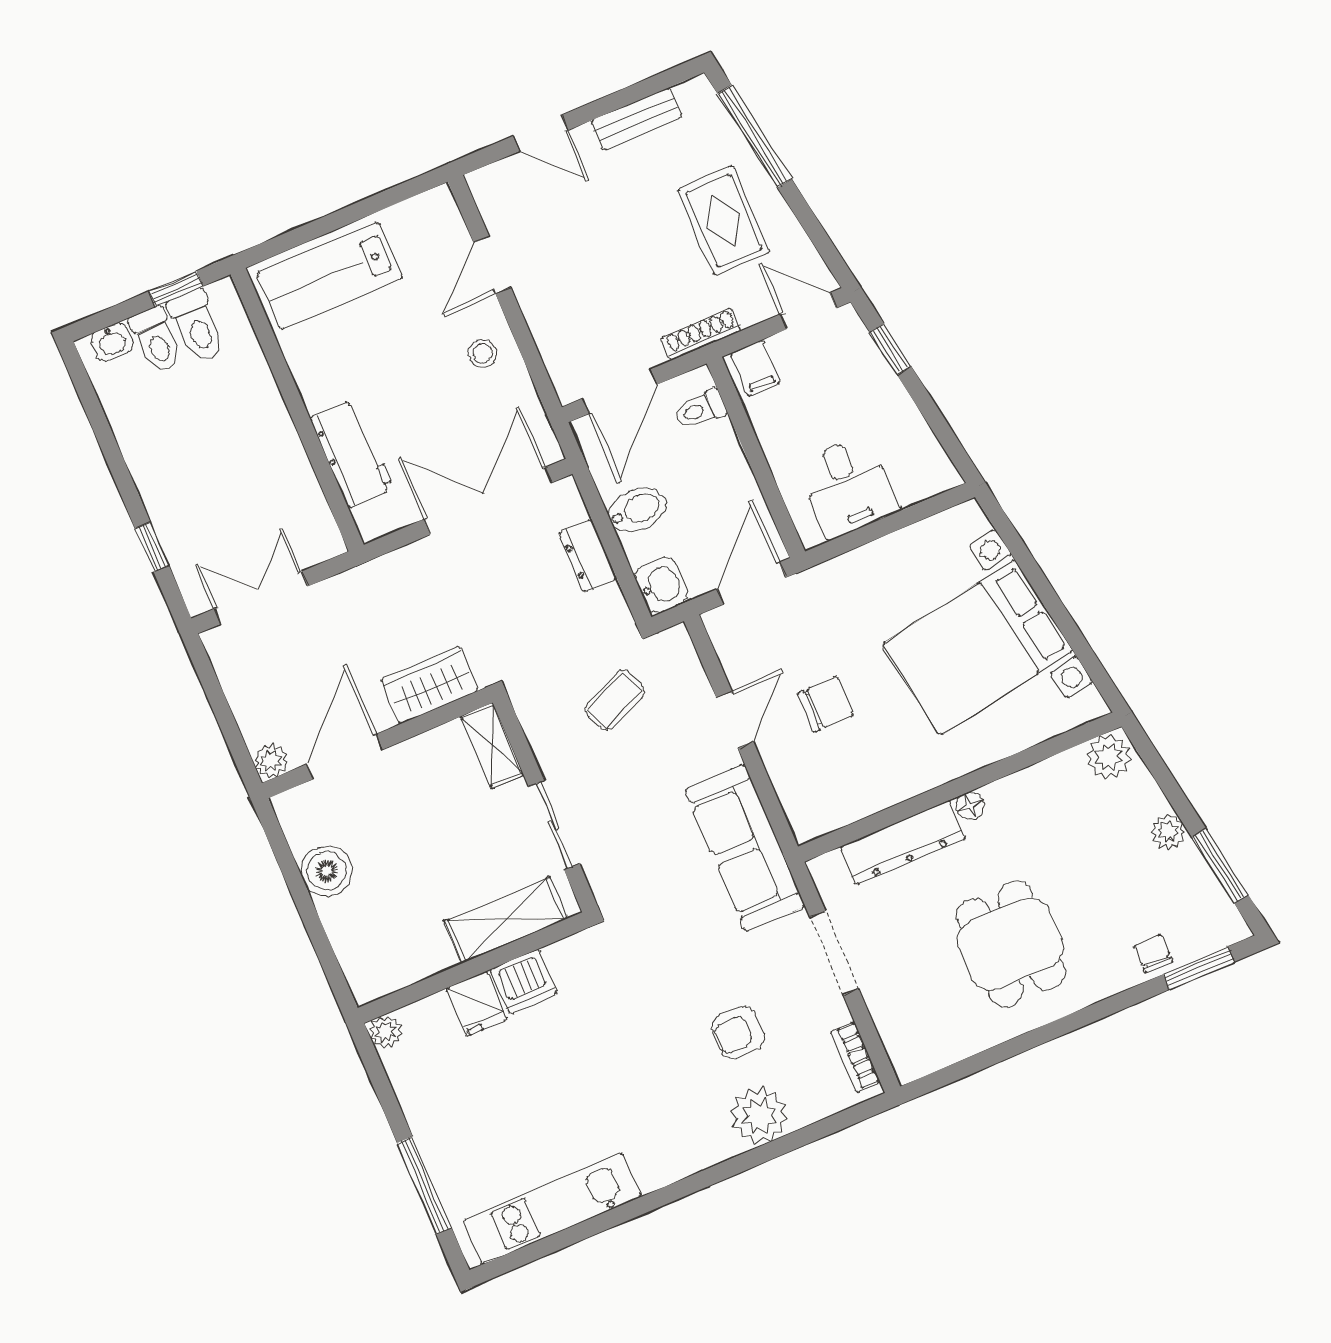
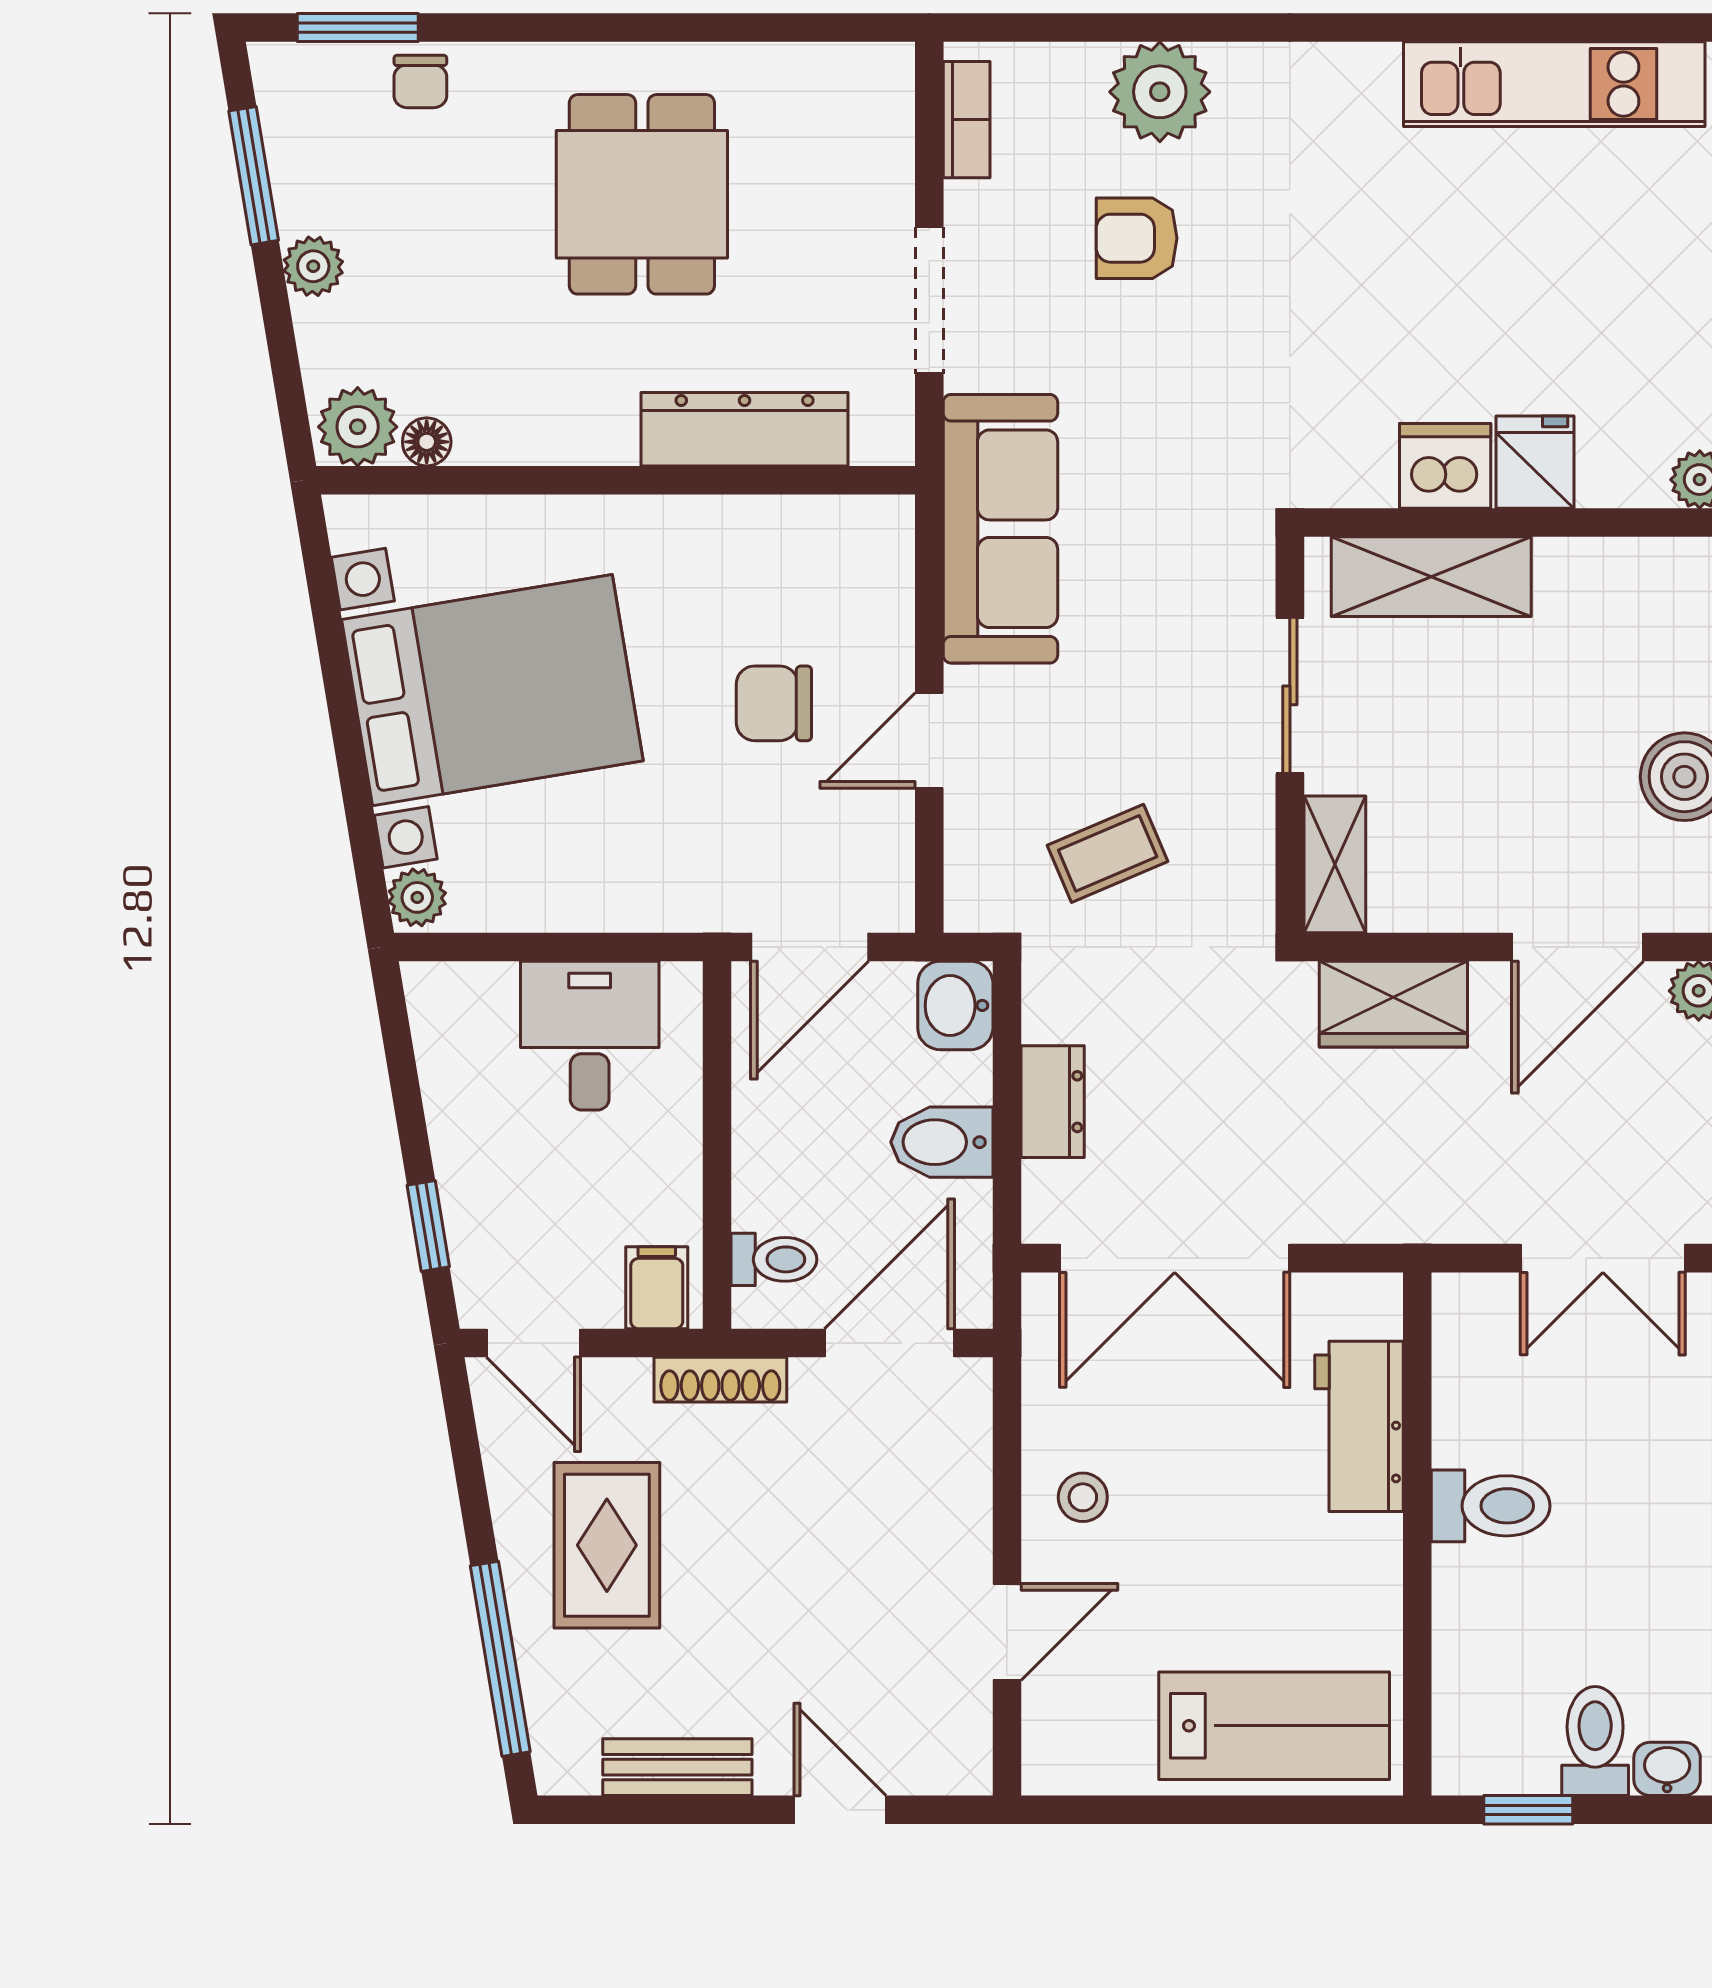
toilet: (197, 326) -> (1491, 1506), moved, turned 90
plant: (971, 521) -> (417, 897), added
floor lamp: (971, 806) -> (427, 442), moved
armchair: (738, 1032) -> (1137, 238), turned 180

